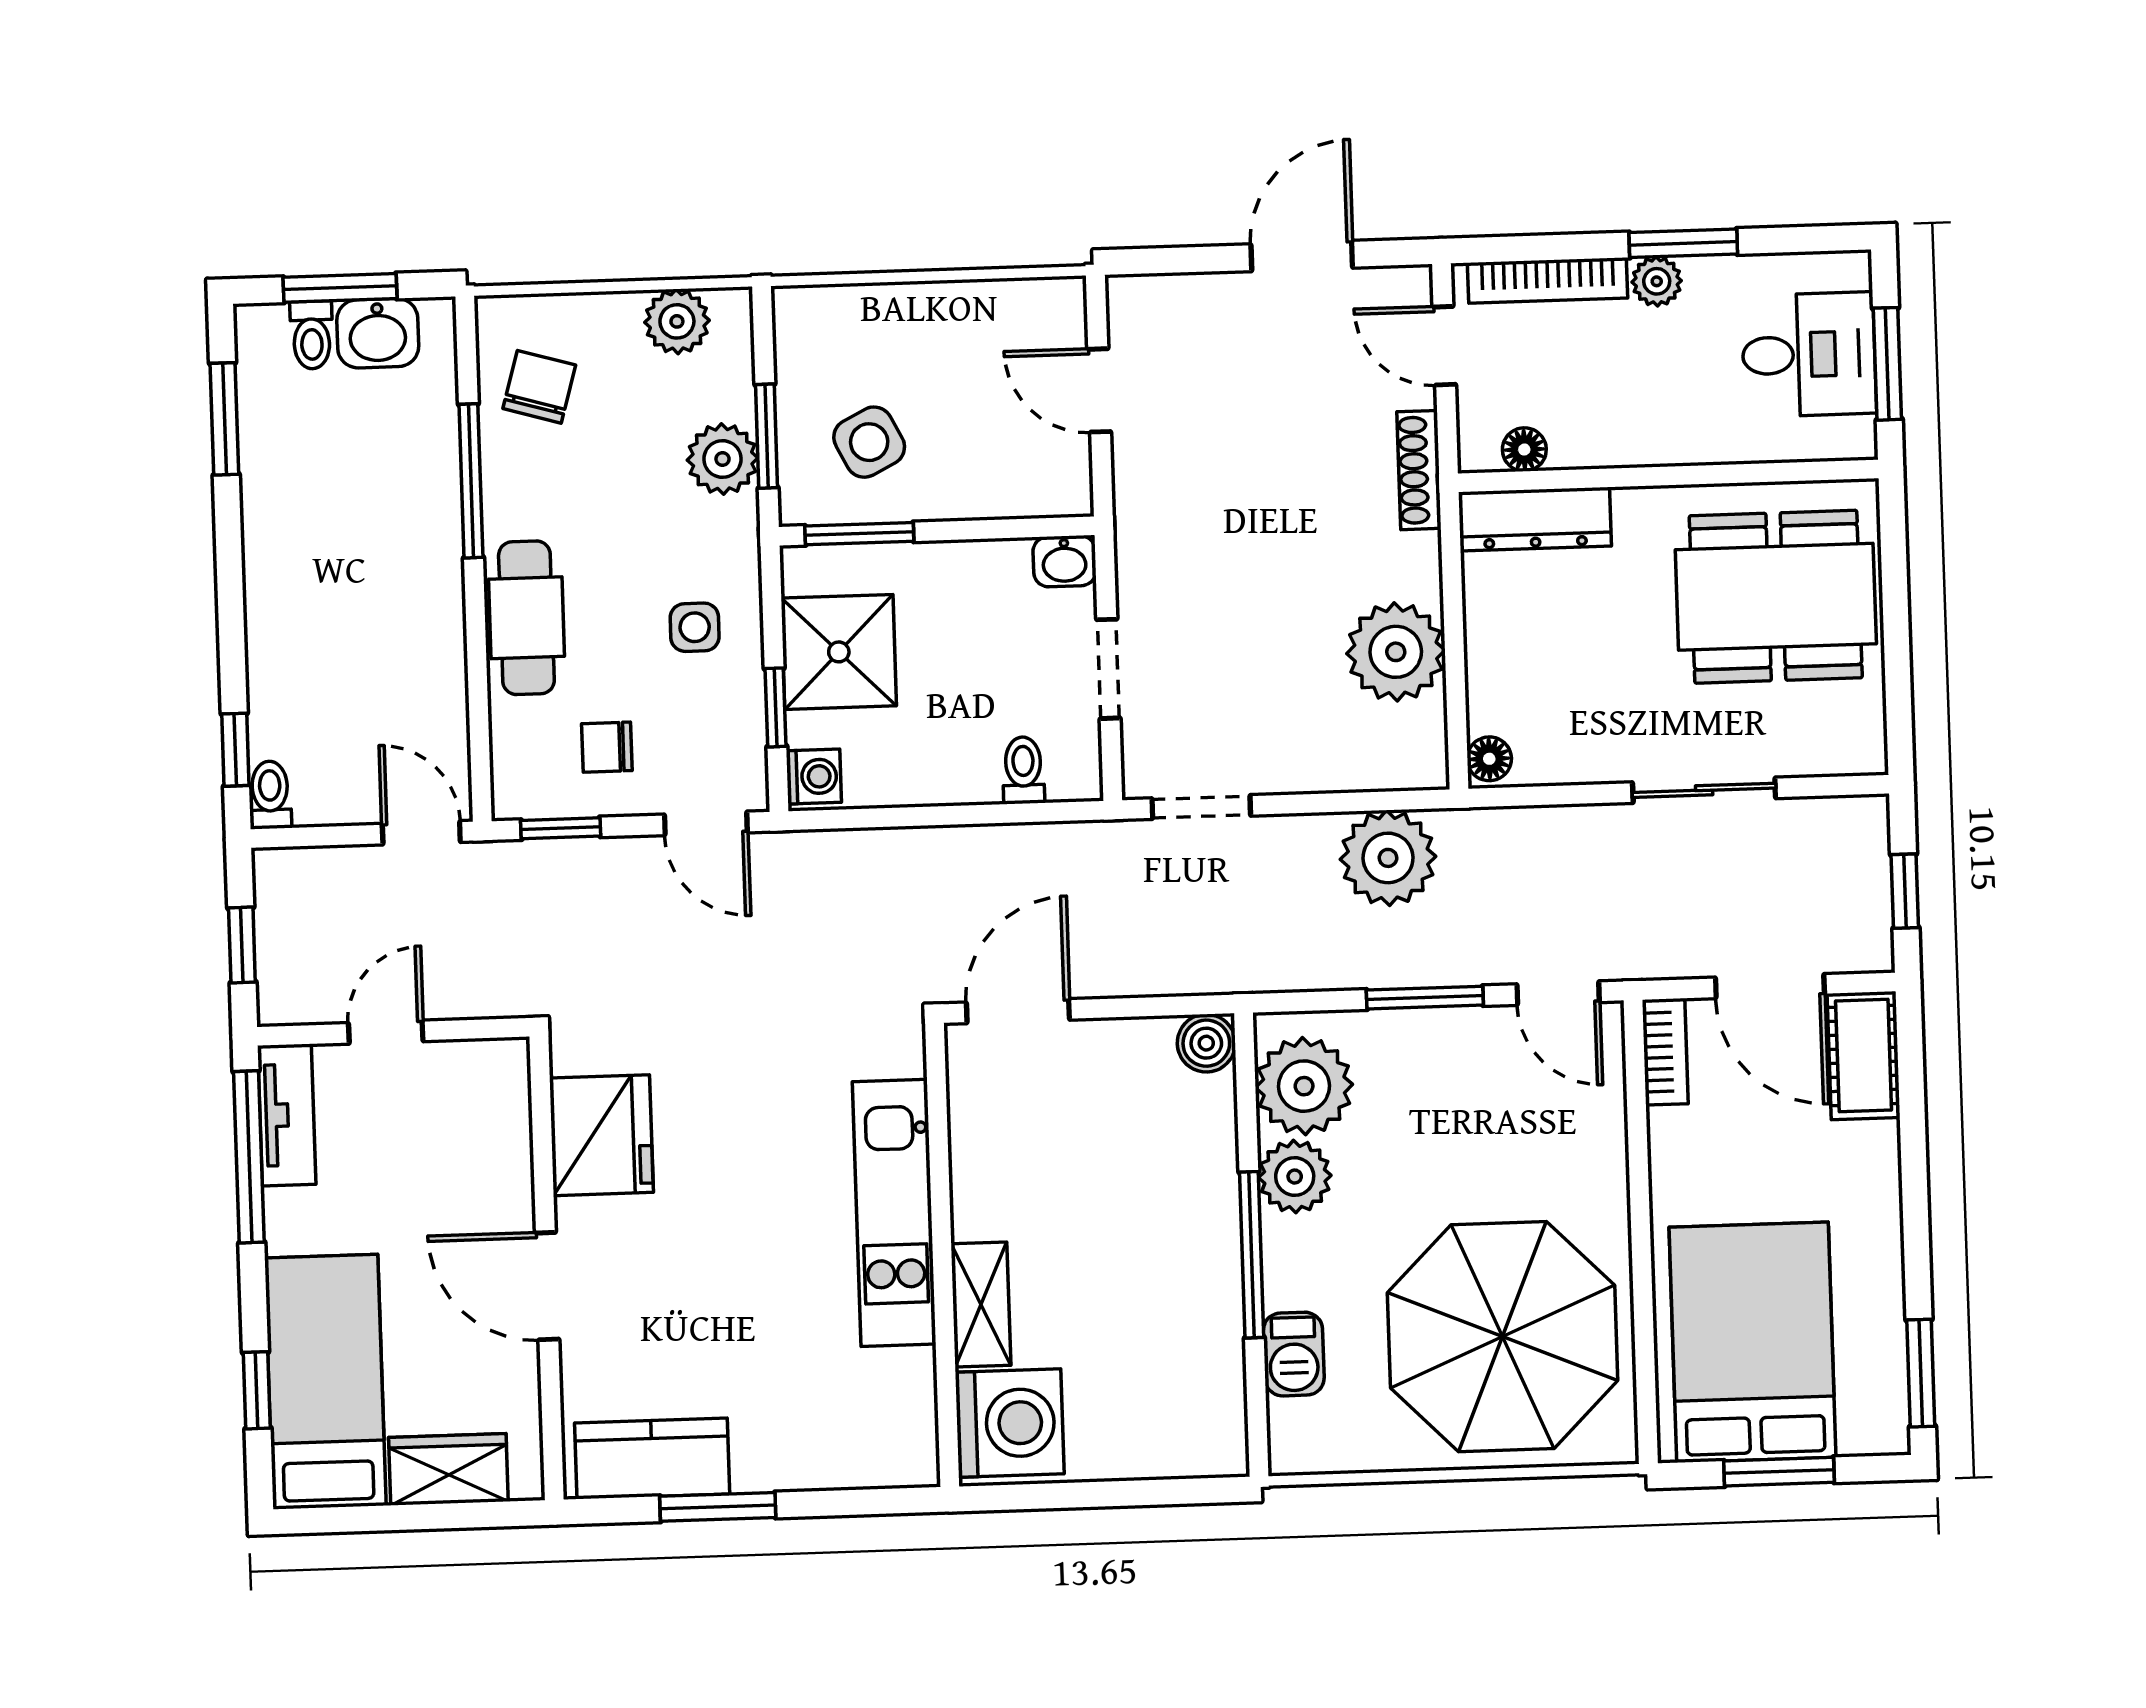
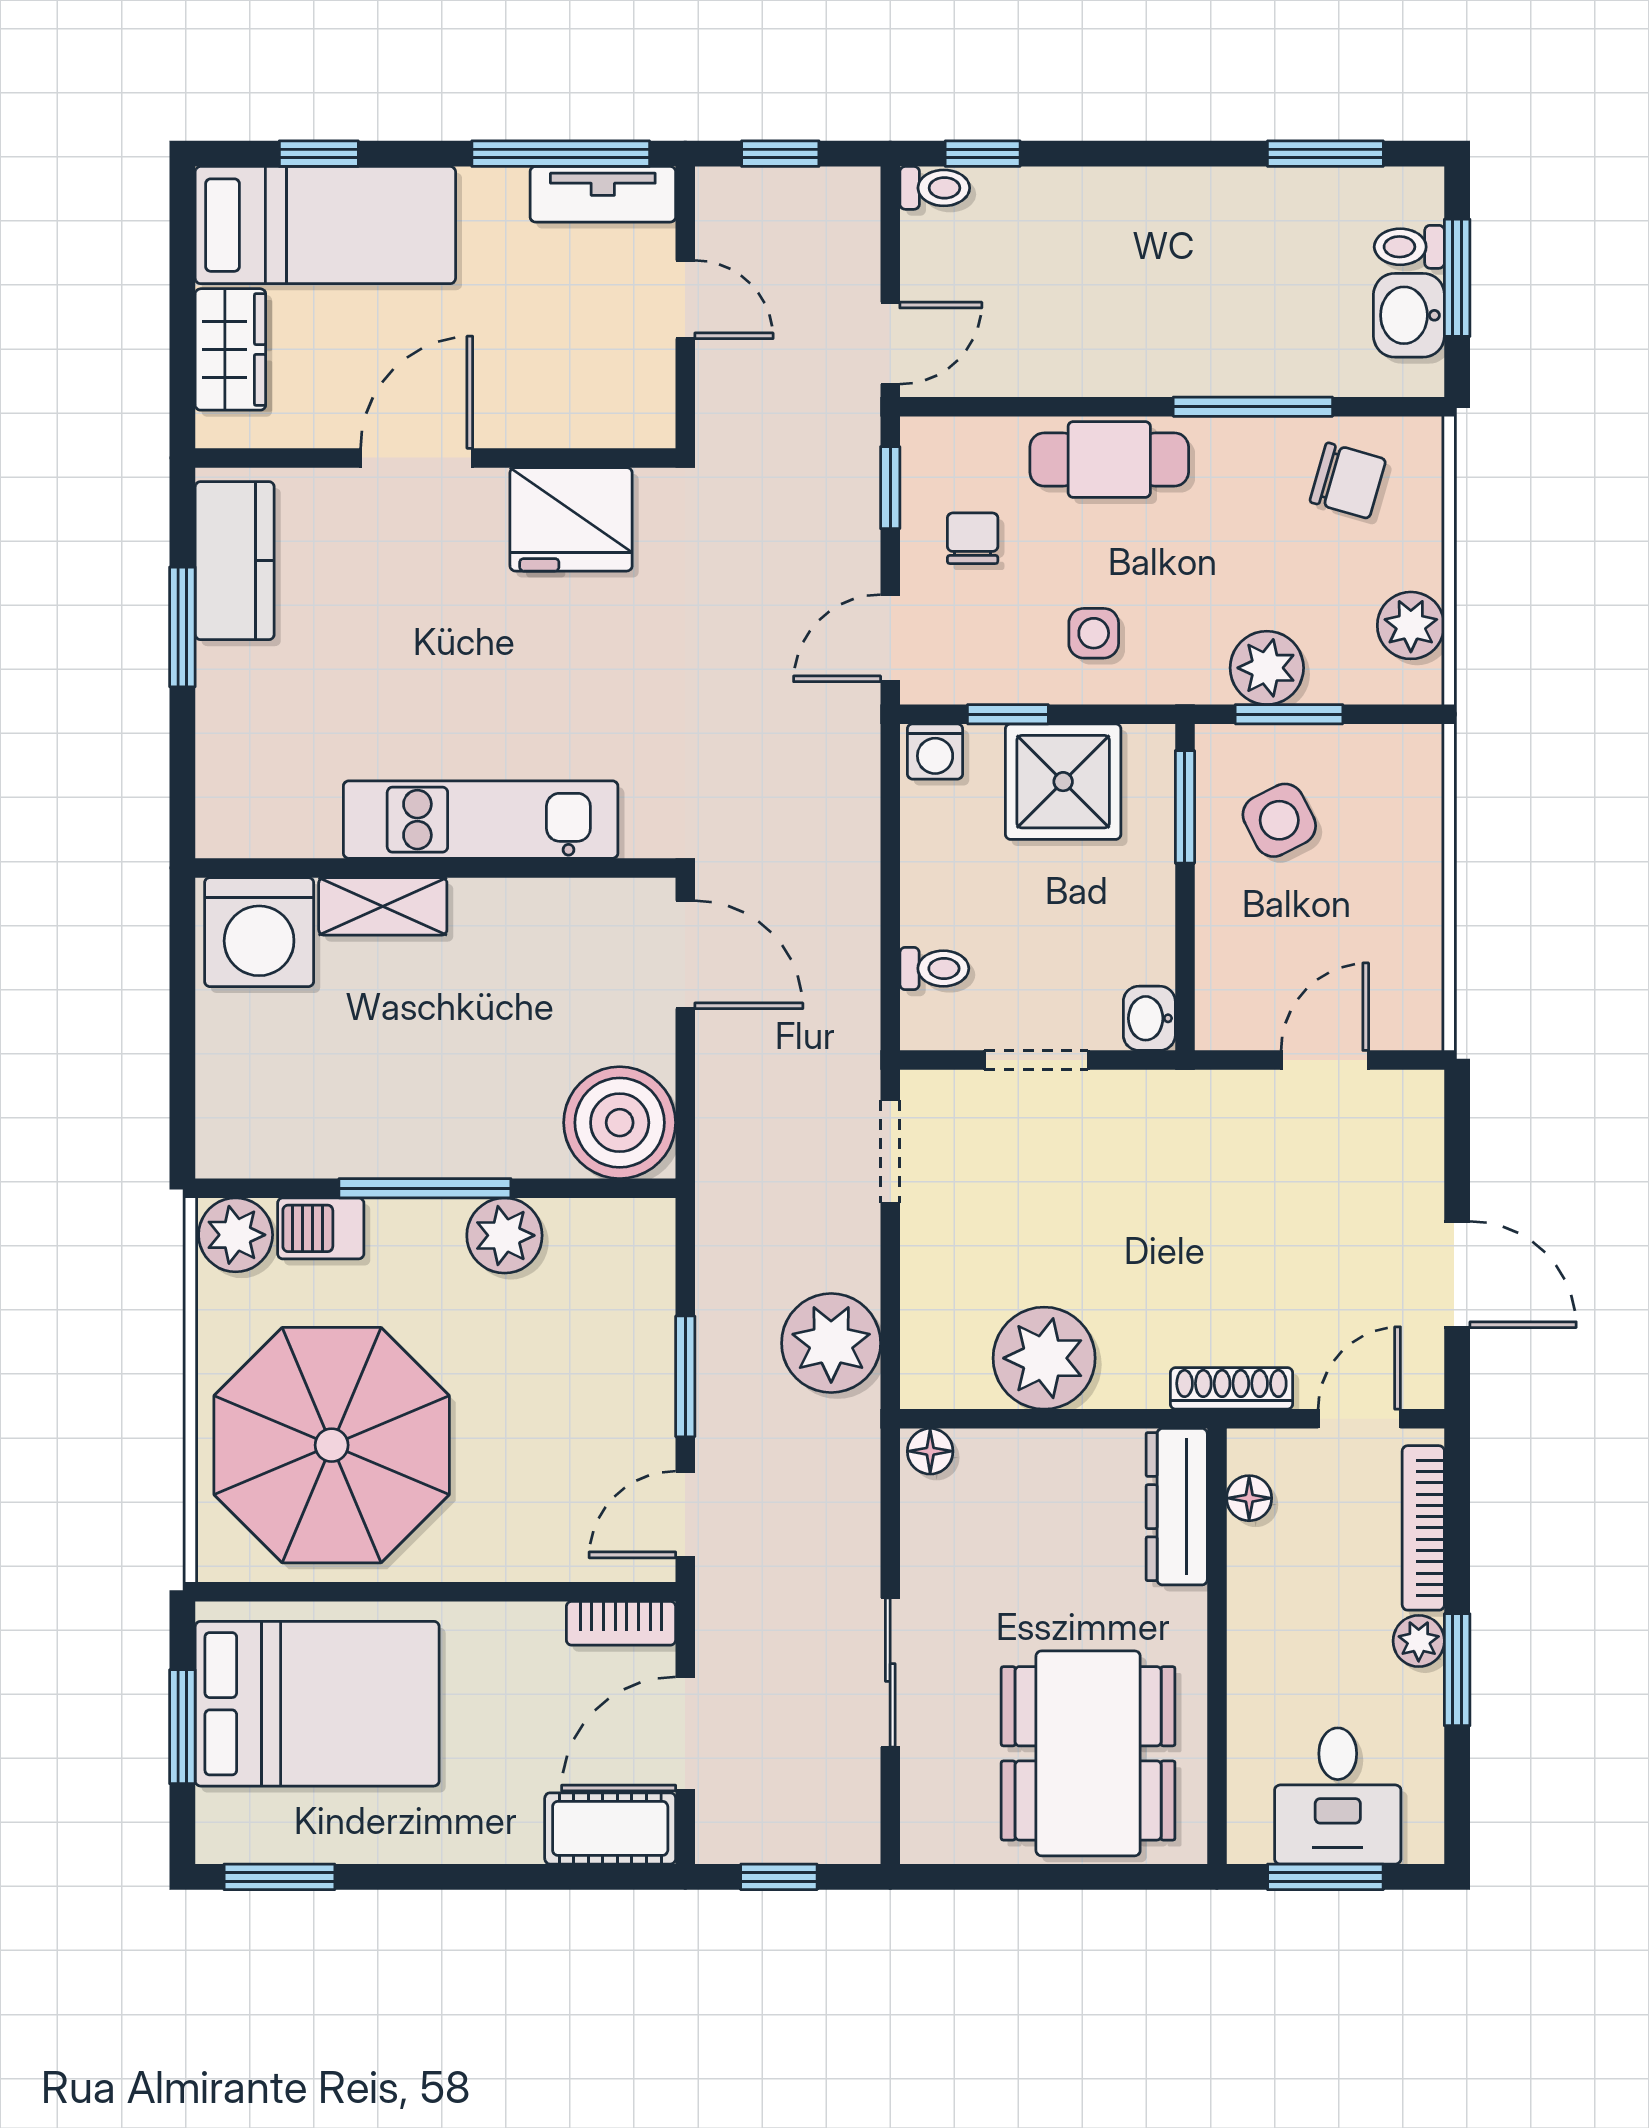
boiler: (1206, 1043) -> (620, 1123), width x1.86, depth x1.86
plant: (1304, 1086) -> (236, 1235), moved, width x0.73, depth x0.73

